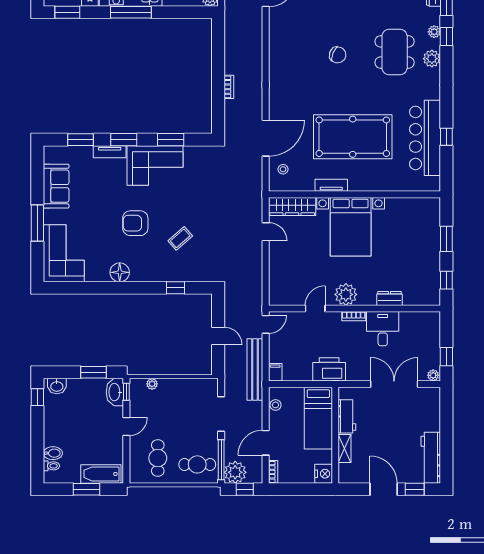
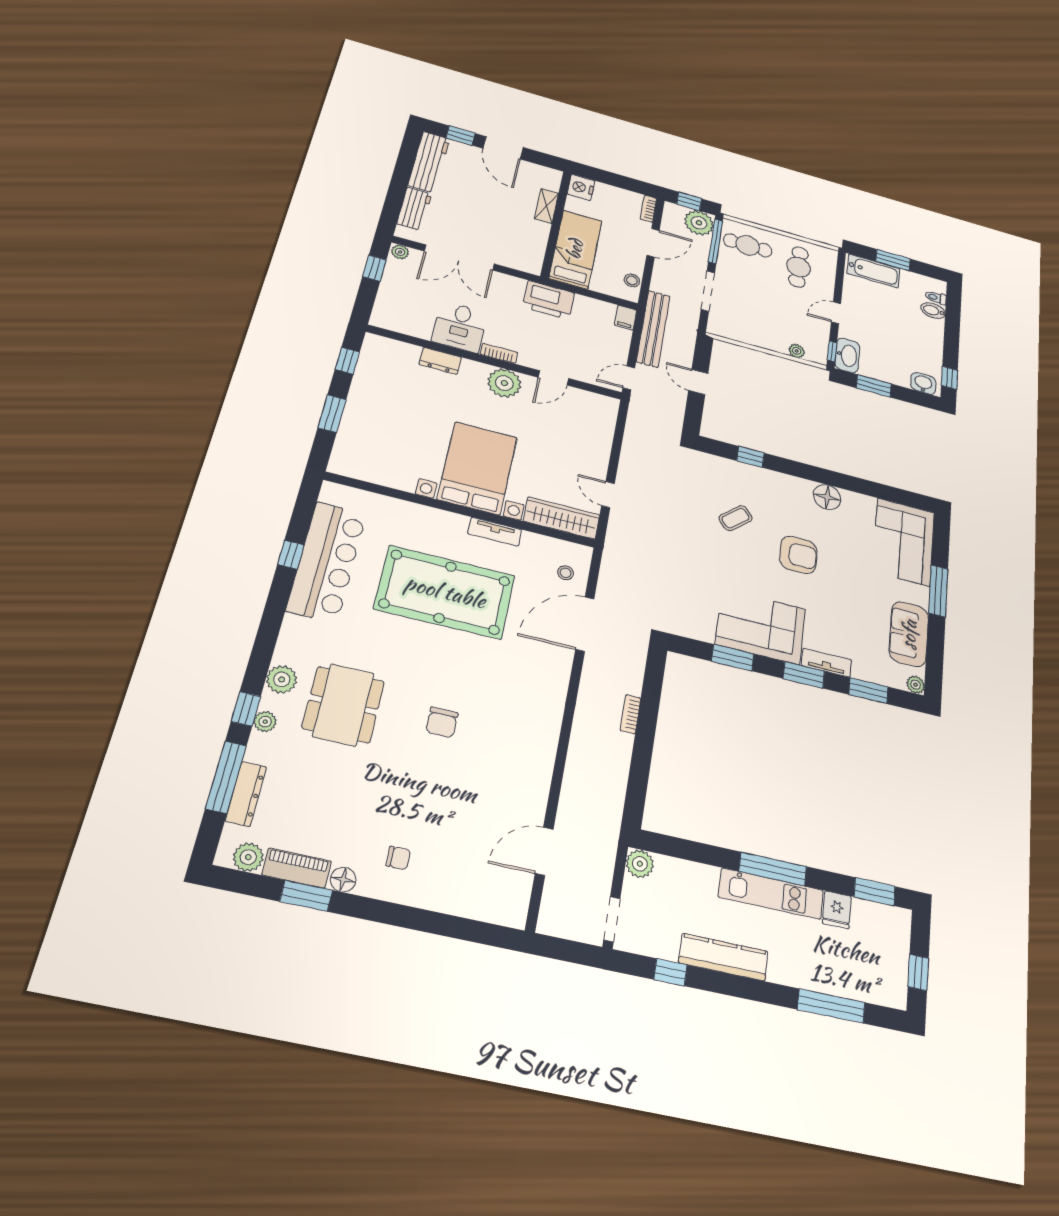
chair: (338, 55) -> (442, 722), turned -112
plant: (49, 152) -> (916, 685), added
workbench: (347, 416) -> (414, 209), moved, turned 180

